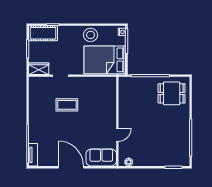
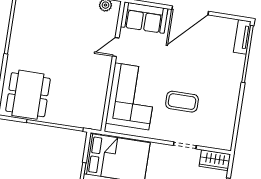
dining table: (172, 93) -> (28, 95), width x1.38
corner sofa: (101, 103) -> (132, 96), added
door: (71, 167) -> (190, 10), hinge flipped

